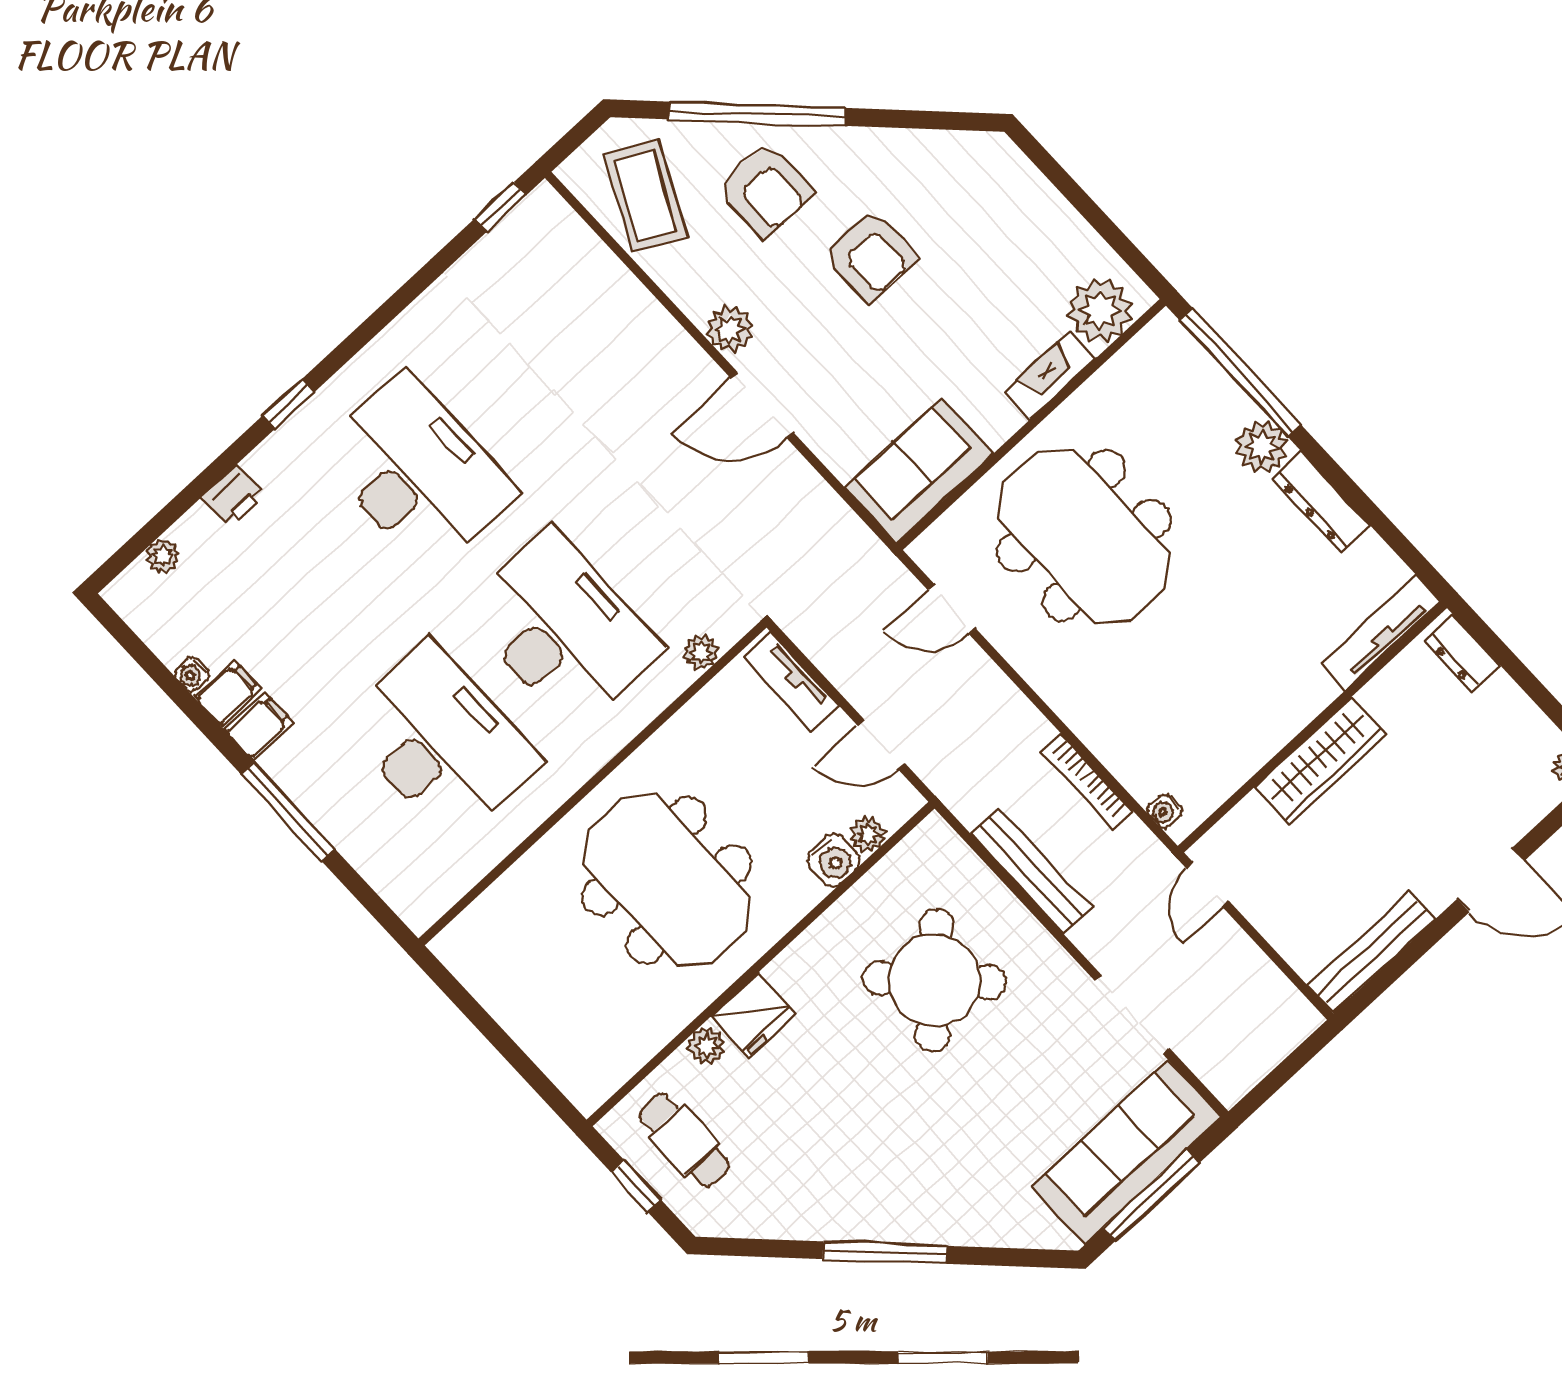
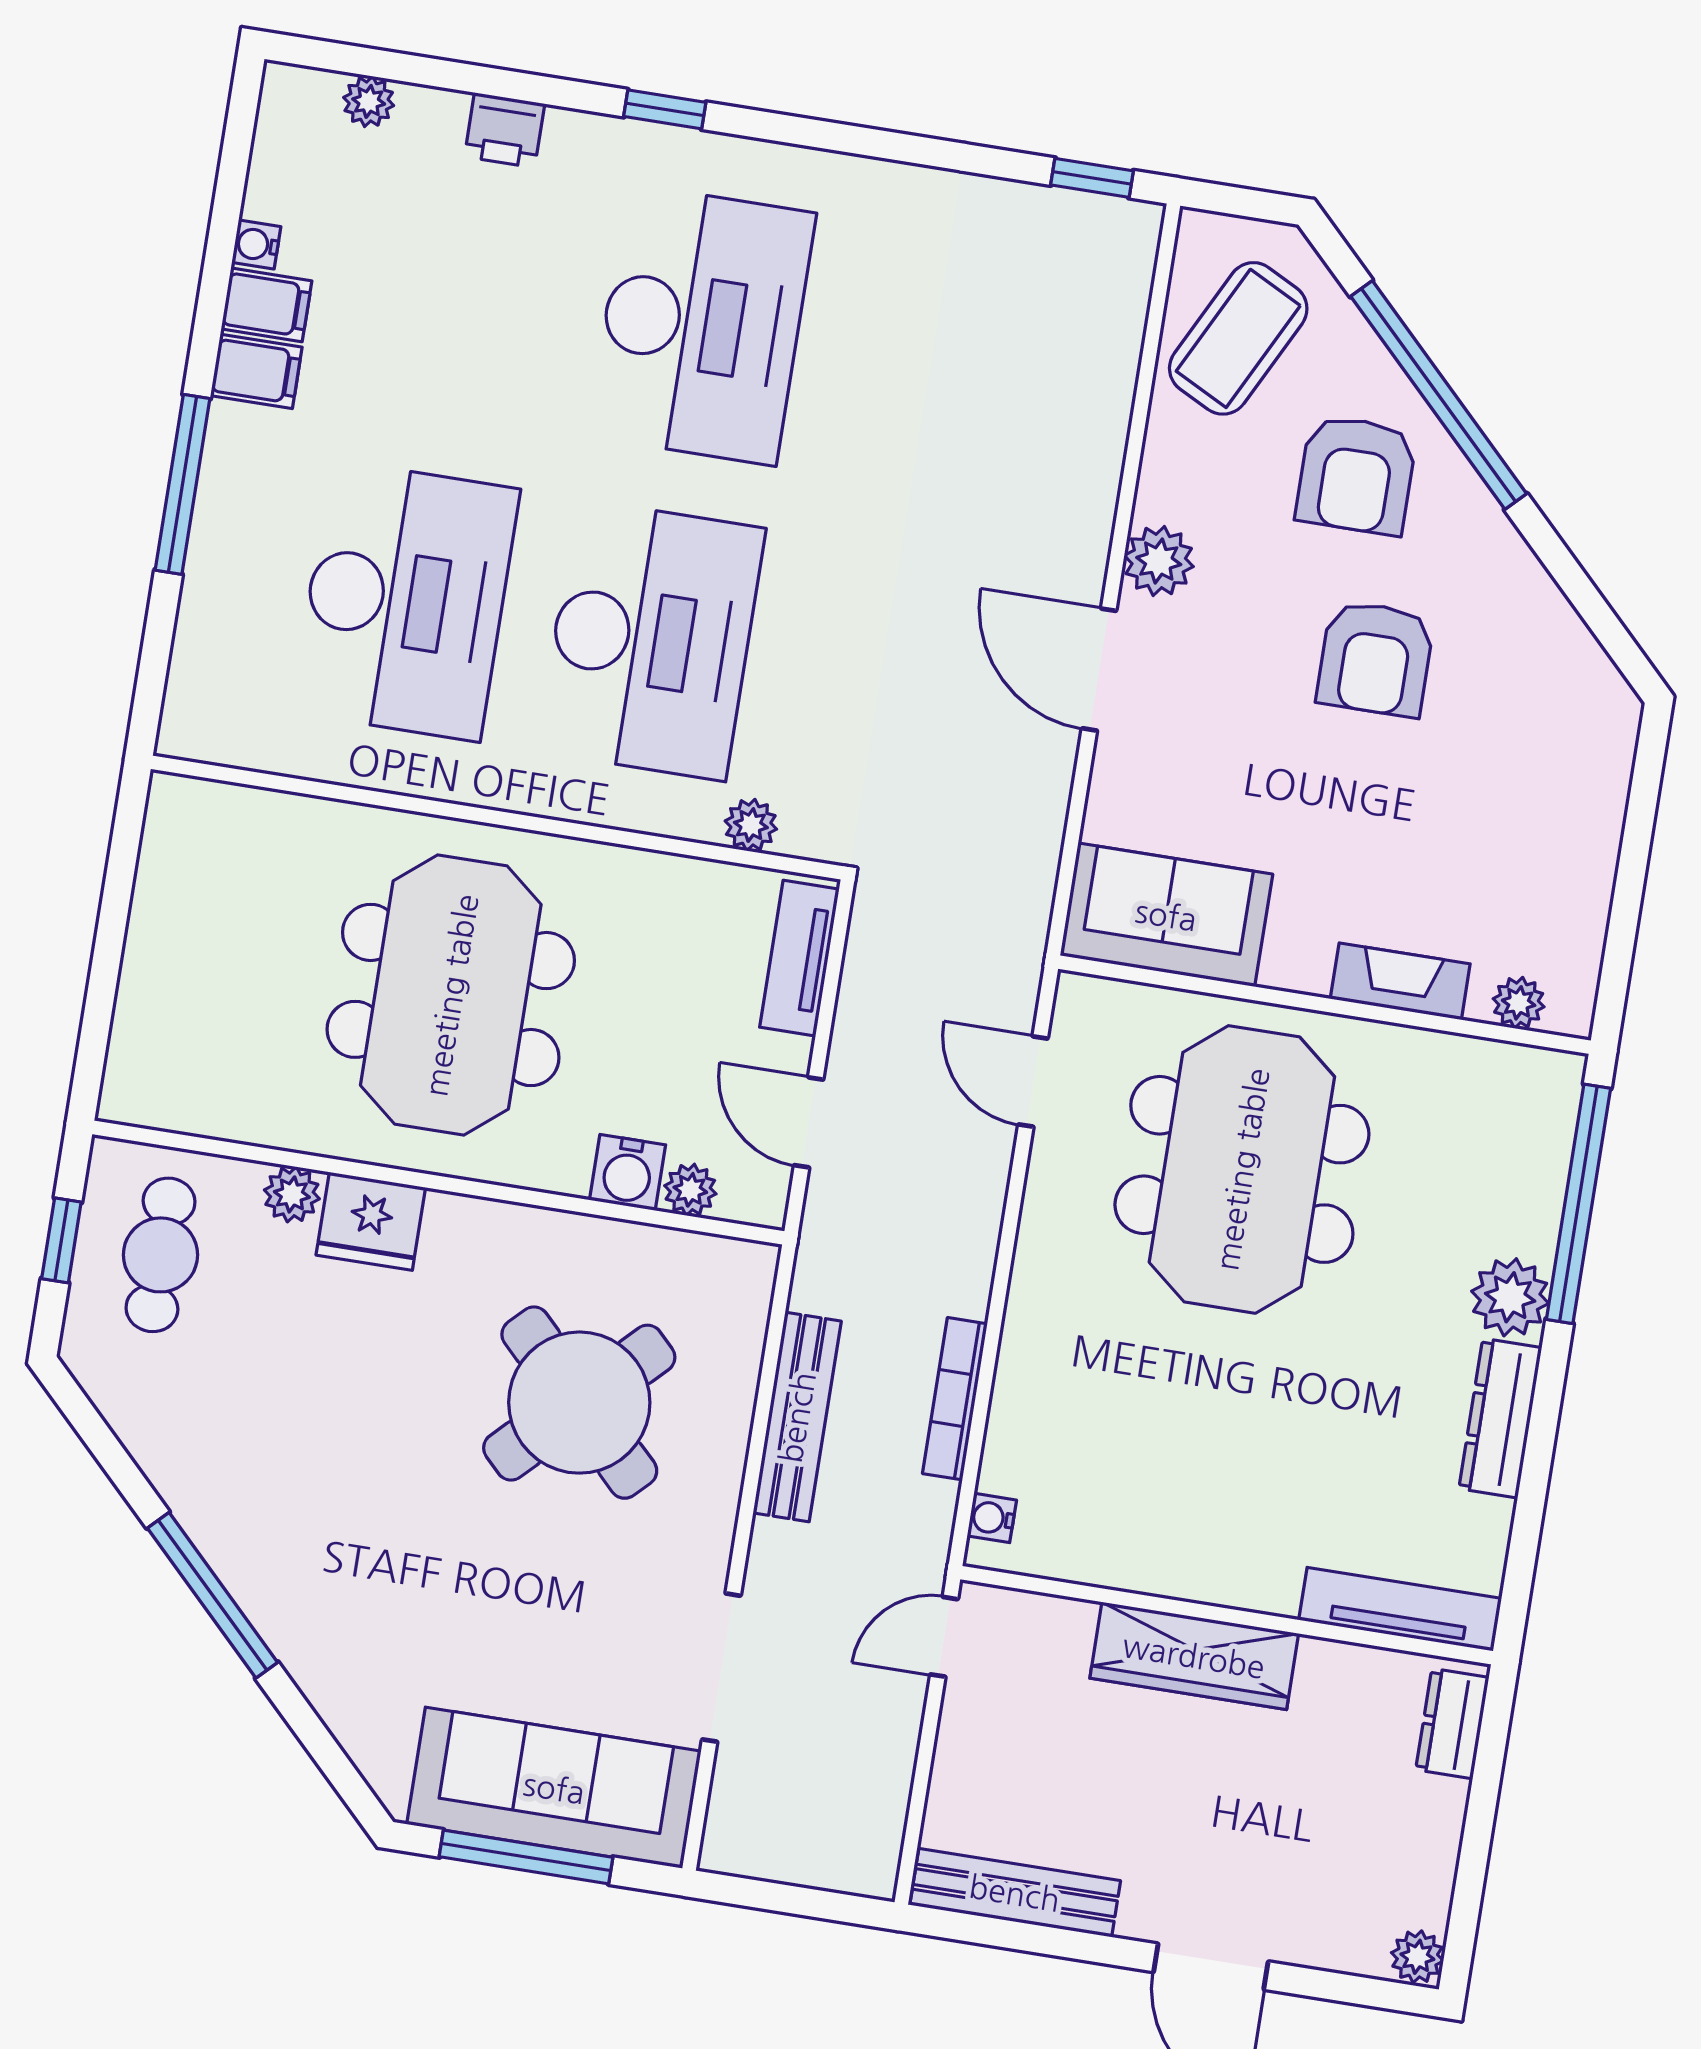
plant: (1100, 310) -> (1519, 1003), width x0.53, depth x0.53

